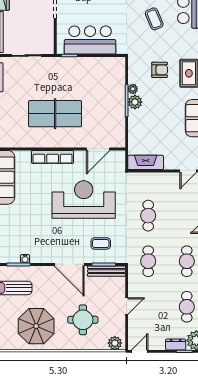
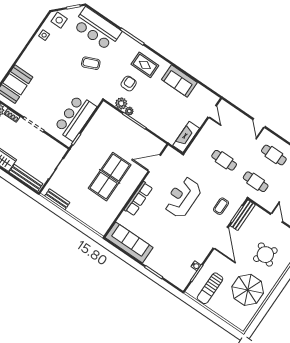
plant: (135, 102) -> (121, 103), moved
door: (98, 149) -> (154, 163), swing flipped
reception desk: (84, 199) -> (182, 197), width x0.74, depth x0.77
door: (69, 264) -> (221, 238), hinge flipped
round table: (83, 320) -> (265, 255), turned 31

